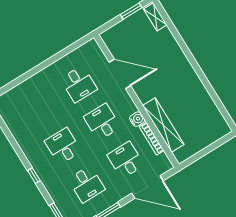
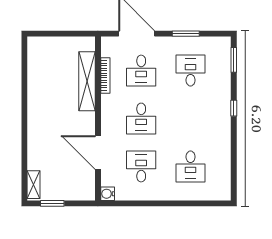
water cooler: (137, 119) -> (108, 194), moved
desk: (63, 146) -> (191, 166), moved

